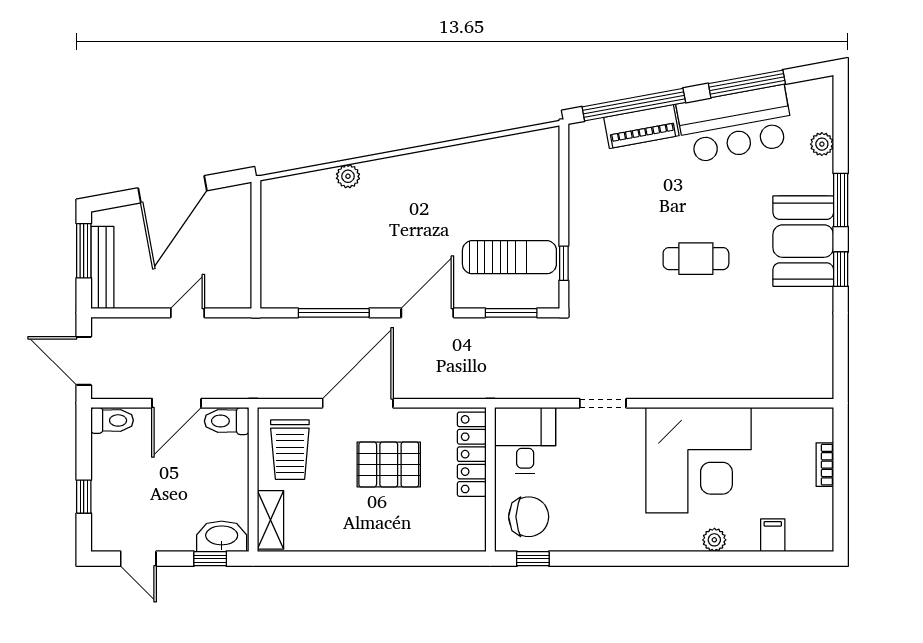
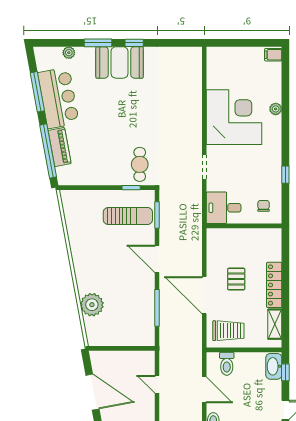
plant: (348, 176) -> (92, 305), width x1.88, depth x1.88
sun lounger: (509, 257) -> (128, 216), turned 90
cafe table: (696, 259) -> (140, 164), moved
toilet: (227, 421) -> (227, 364), moved
locker: (472, 454) -> (274, 285), moved, turned 90
pallet: (389, 464) -> (236, 279), width x0.67, depth x0.71
bookcase: (825, 465) -> (236, 51), removed
chair: (529, 517) -> (264, 206), width x0.54, depth x0.54
shelving: (271, 520) -> (275, 324), moved, turned 90
filing cabinet: (773, 535) -> (273, 55), moved
window: (533, 559) -> (285, 175), moved

